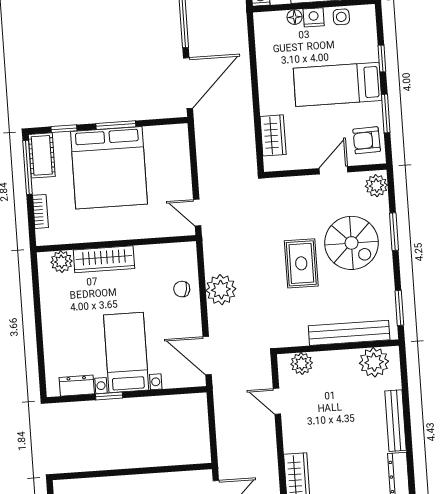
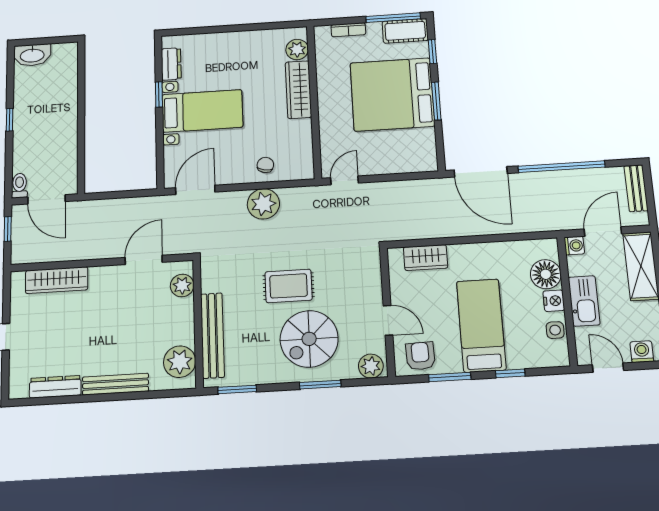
floor lamp: (295, 17) -> (546, 274), width x1.89, depth x1.89
door: (277, 401) -> (144, 260), width x1.38

